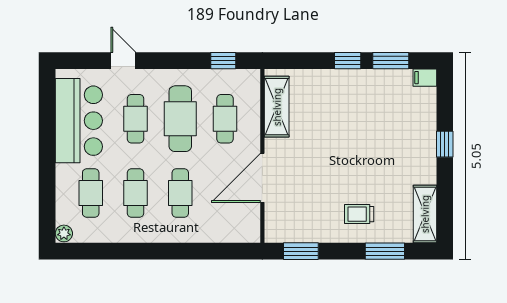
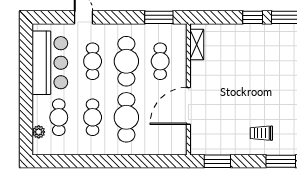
window: (223, 61) -> (159, 17), width x1.50
shelving: (277, 107) -> (197, 44), width x0.67, depth x0.75
cafe table: (180, 193) -> (126, 117), width x1.37, depth x1.35
plant: (64, 233) -> (39, 132), moved

